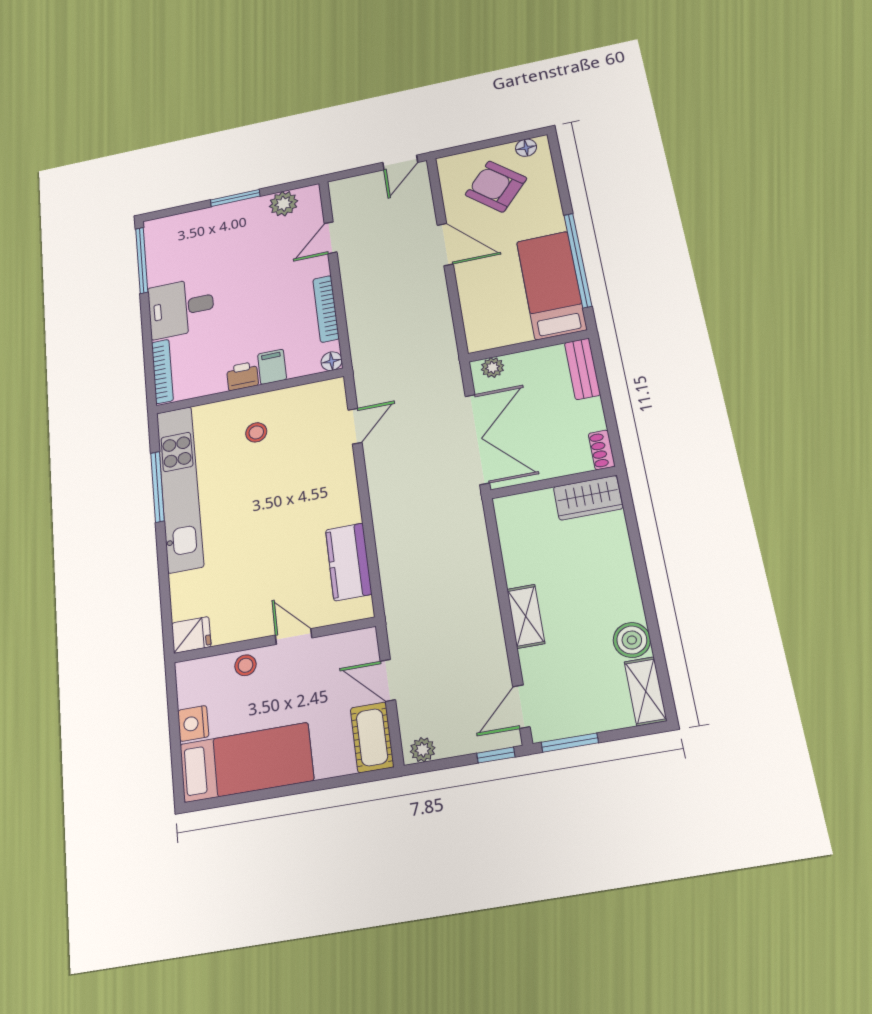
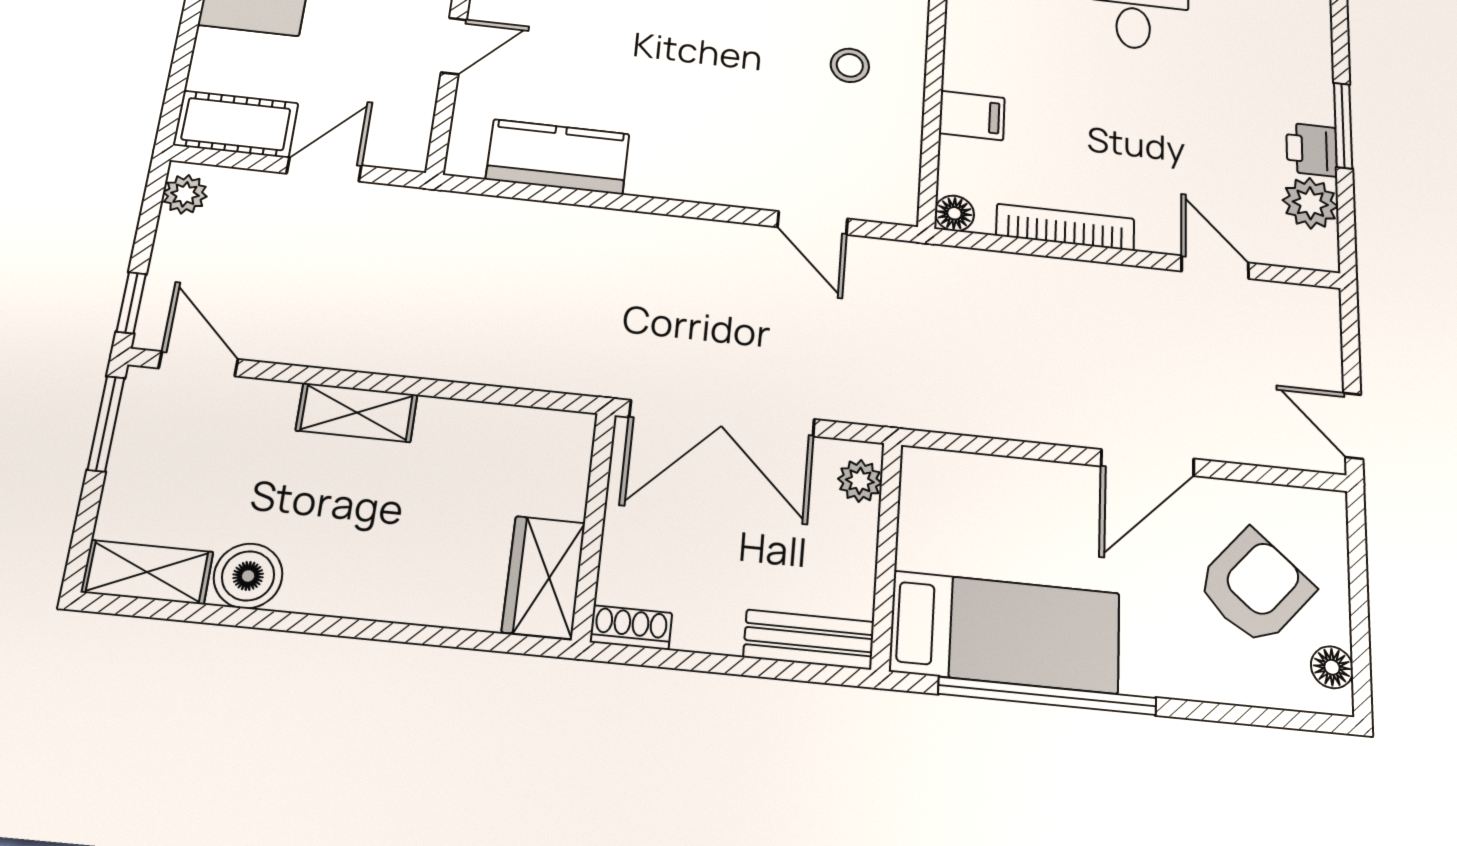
printer: (242, 376) -> (1312, 150), moved, turned 180

